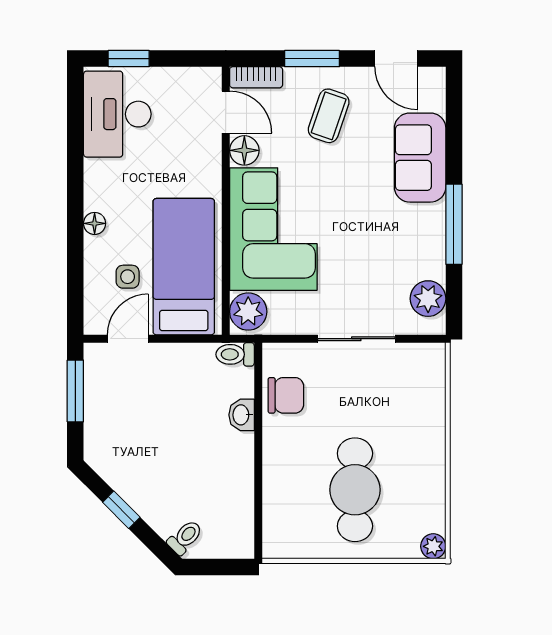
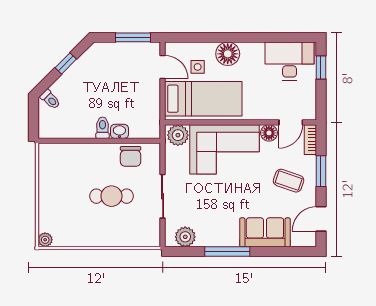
floor lamp: (95, 223) -> (228, 54), width x1.89, depth x1.89
toilet: (235, 354) -> (103, 128), moved
cafe table: (355, 490) -> (111, 196), moved, width x0.73, depth x0.74

